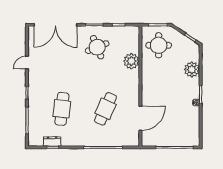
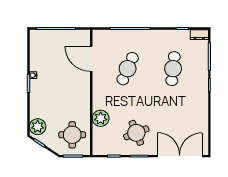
door: (27, 62) -> (209, 117), removed
plant: (192, 69) -> (38, 127), moved
door: (140, 118) -> (91, 59), hinge flipped
dresser: (52, 141) -> (199, 35), moved

